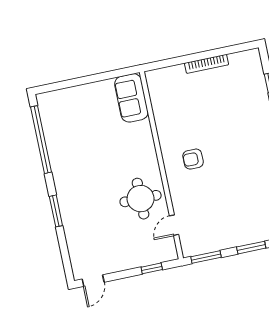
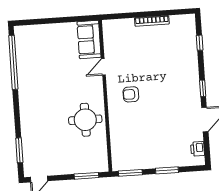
window: (56, 211) -> (19, 150), moved
door: (174, 225) -> (103, 67), moved
window: (152, 268) -> (86, 176), width x1.50

